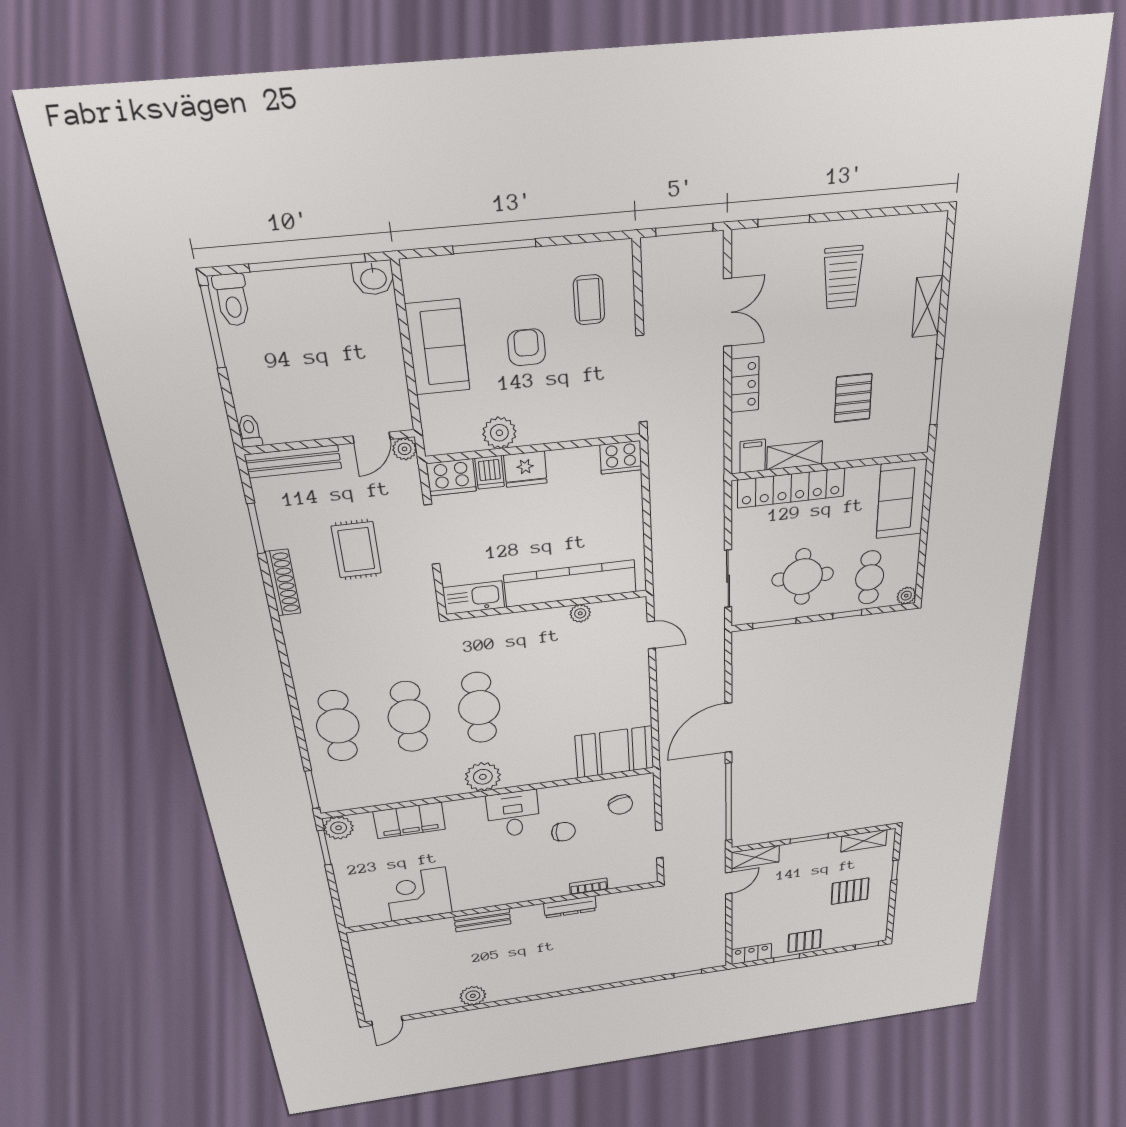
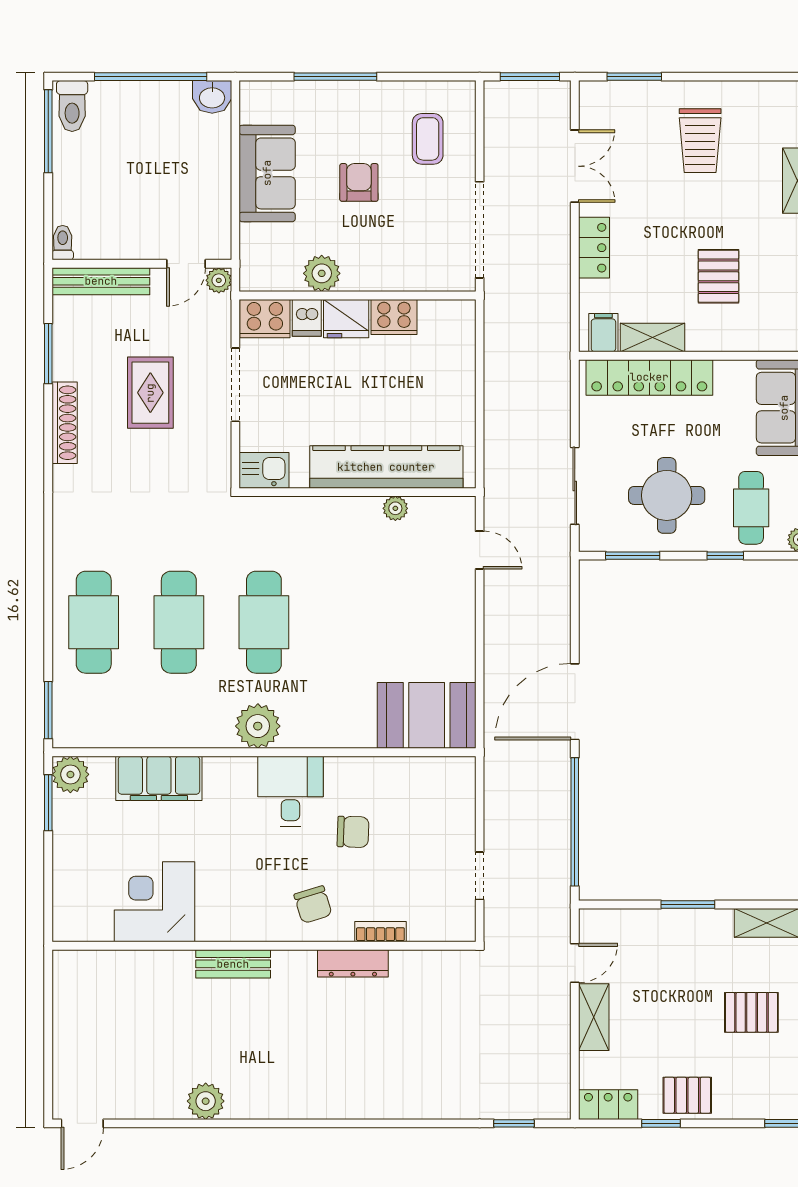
cooker: (621, 457) -> (394, 317), moved
kitchen sink: (474, 598) -> (264, 470), width x0.73
chair: (621, 805) -> (313, 905), moved
shelving: (755, 857) -> (594, 1017), moved, turned 90

